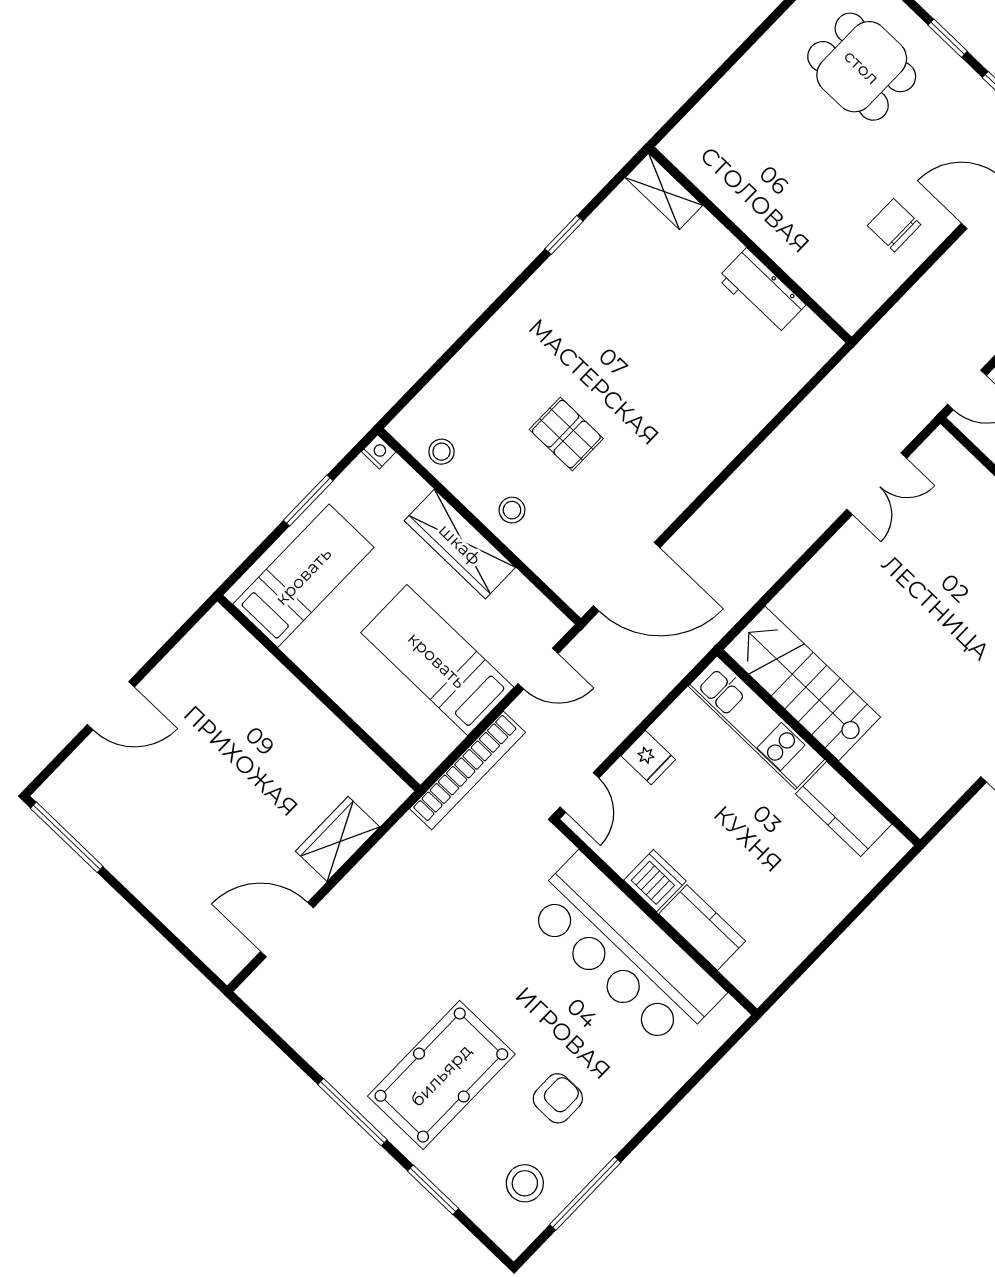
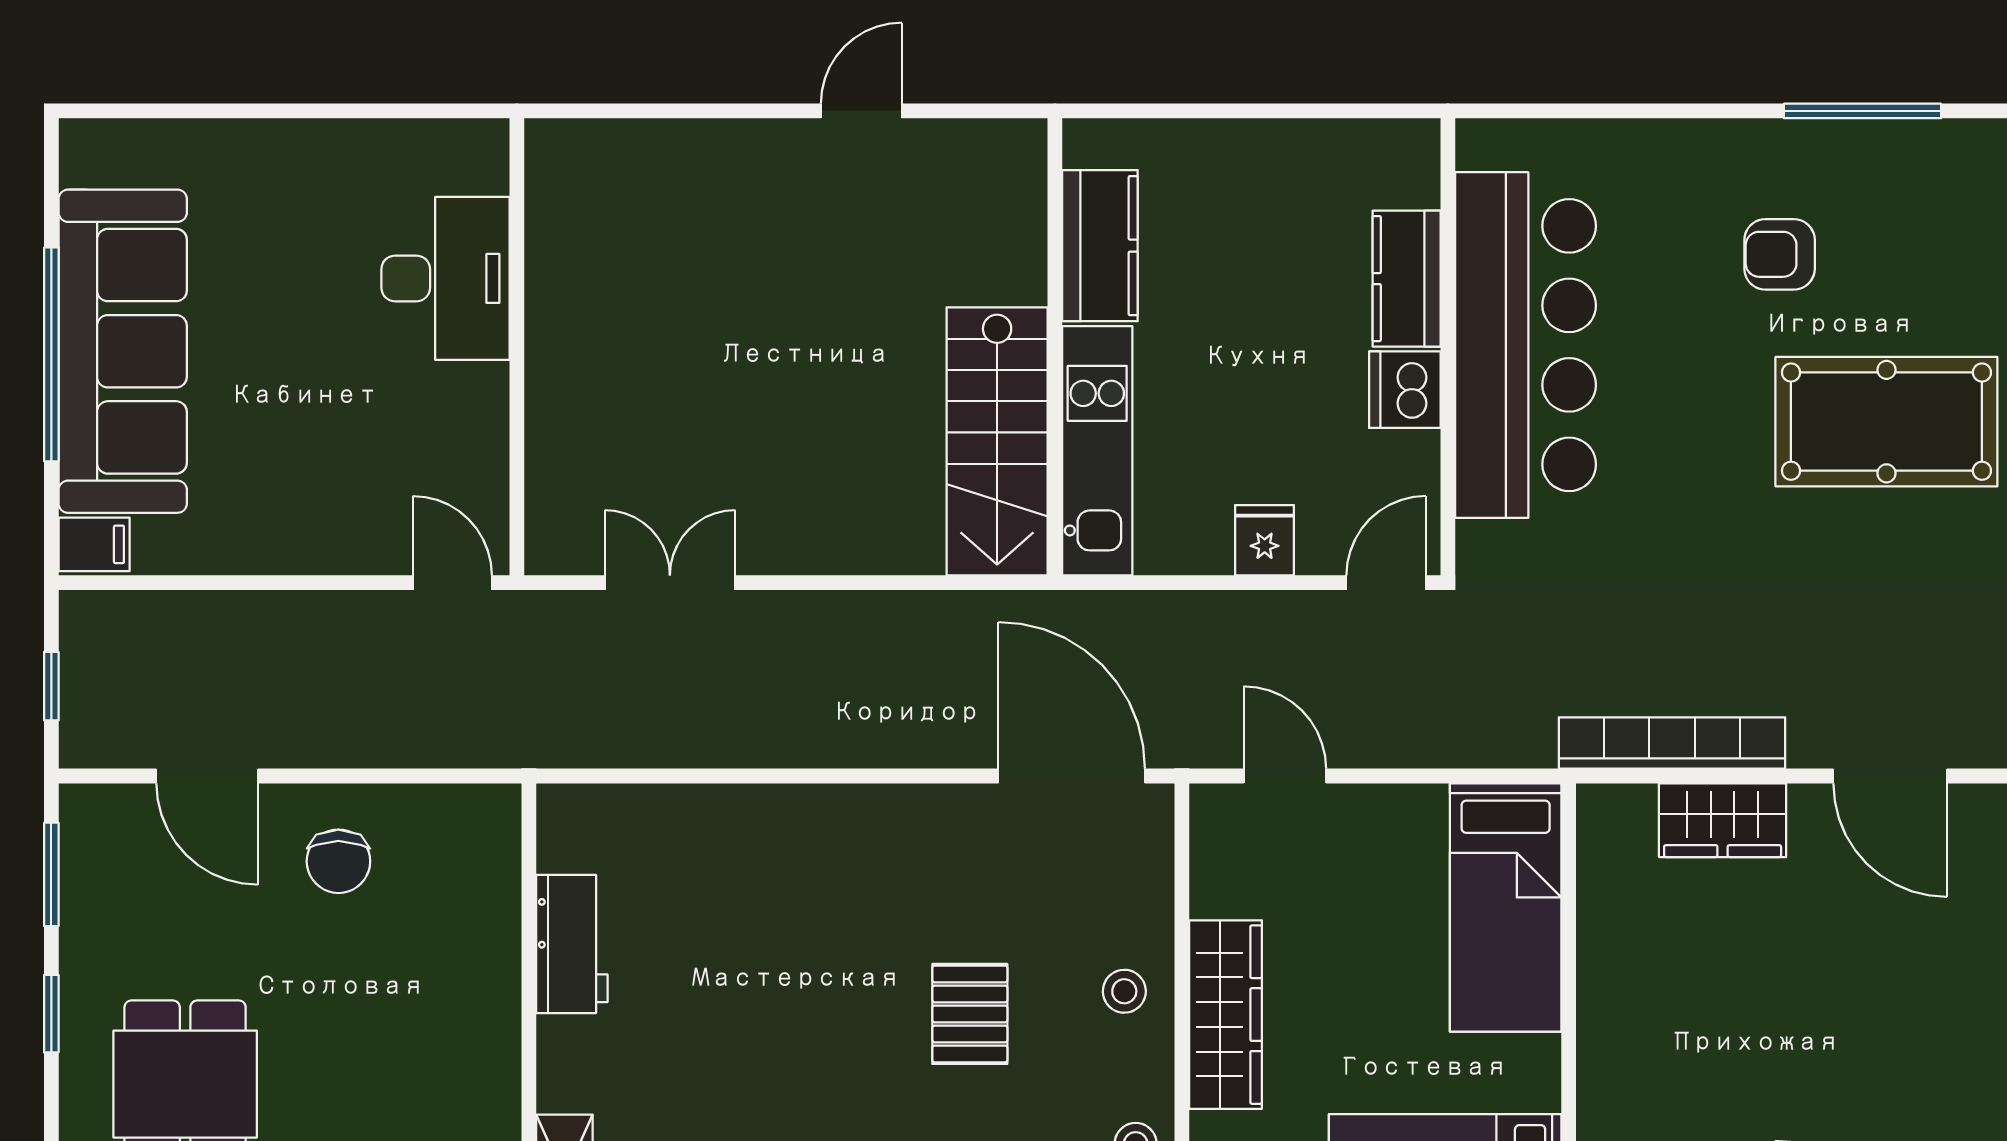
bed: (437, 660) -> (1506, 907), moved
bookcase: (468, 771) -> (1672, 743), moved
stool: (525, 1183) -> (1920, 196), removed

